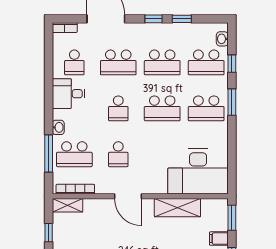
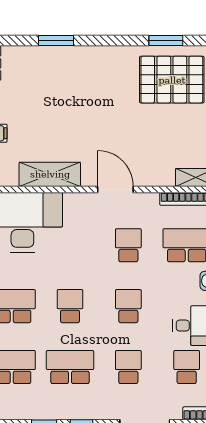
school desk: (118, 62) -> (128, 367), width x0.54
school desk: (162, 108) -> (70, 306), width x0.54

